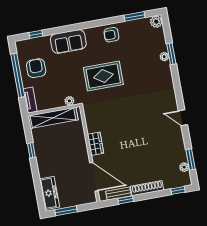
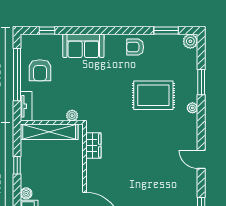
plant: (164, 57) -> (192, 108), moved
armchair: (36, 68) -> (40, 70), turned 180
rug: (103, 76) -> (153, 95), moved
wardrobe: (96, 144) -> (93, 146), moved
boiler: (43, 172) -> (26, 193), added

